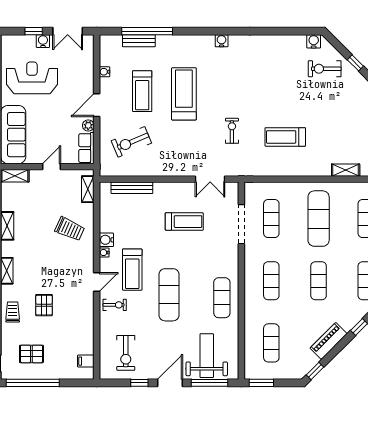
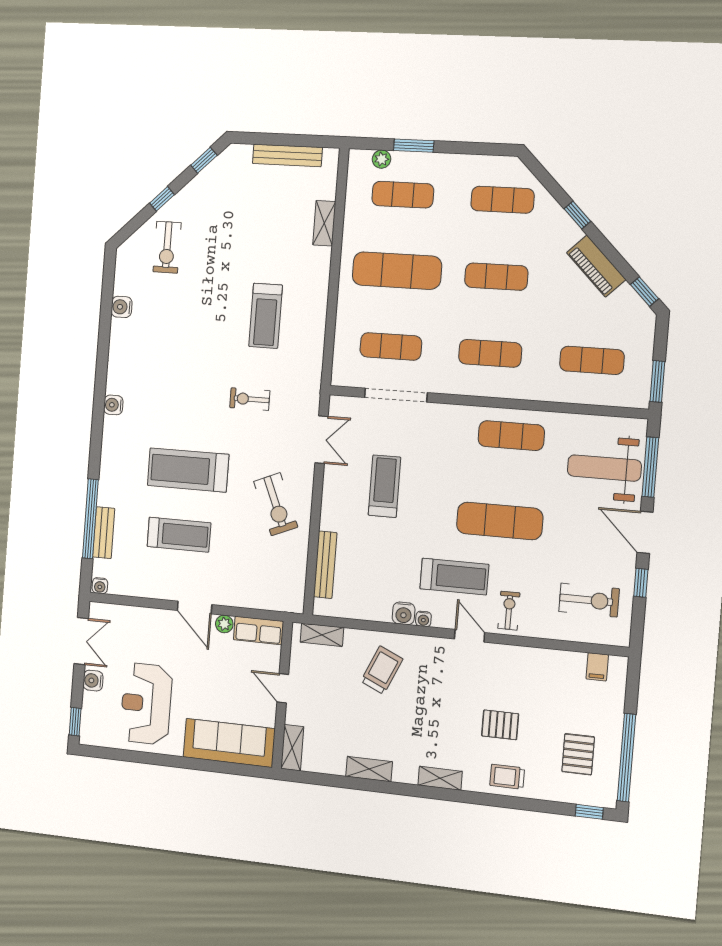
window: (34, 31) -> (75, 722), moved
water cooler: (314, 41) -> (122, 307), moved
water cooler: (105, 72) -> (100, 586), moved
exercise bike: (131, 142) -> (276, 504), moved

